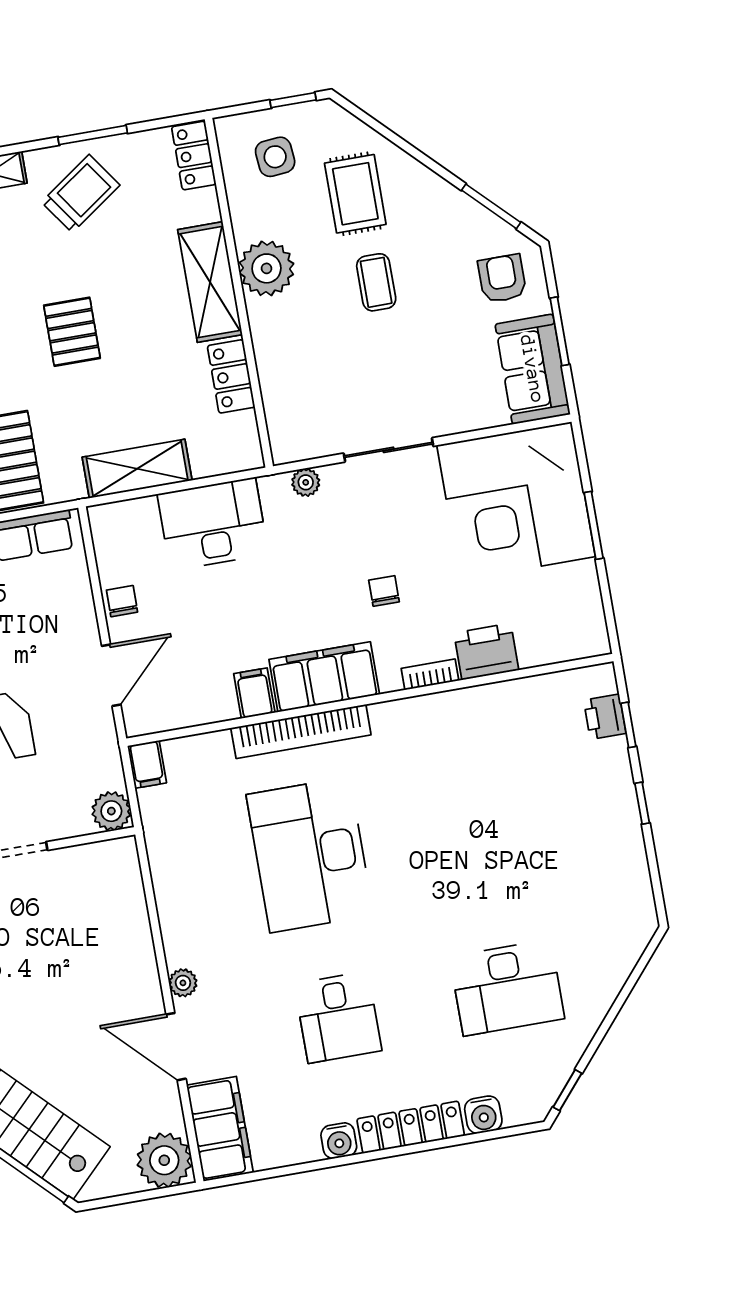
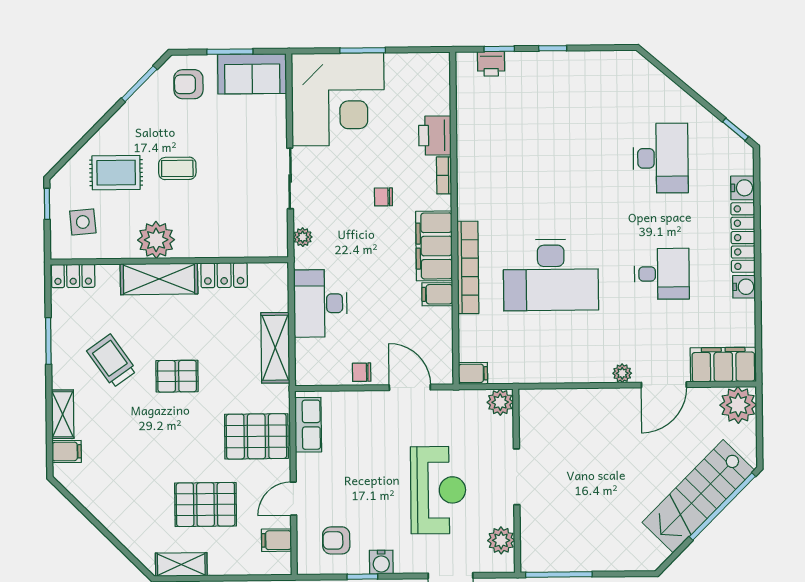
trolley: (81, 194) -> (112, 361), moved

